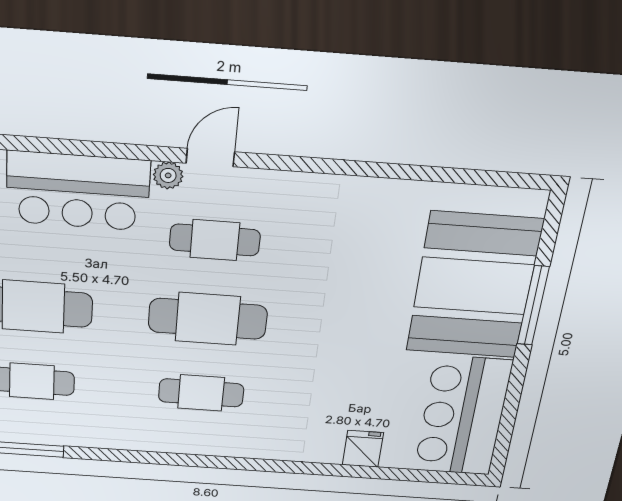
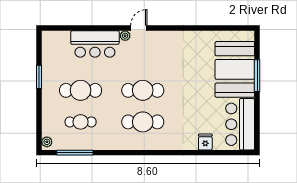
cafe table: (215, 240) -> (143, 59), removed
cafe table: (201, 393) -> (143, 122), width x1.37, depth x1.35

